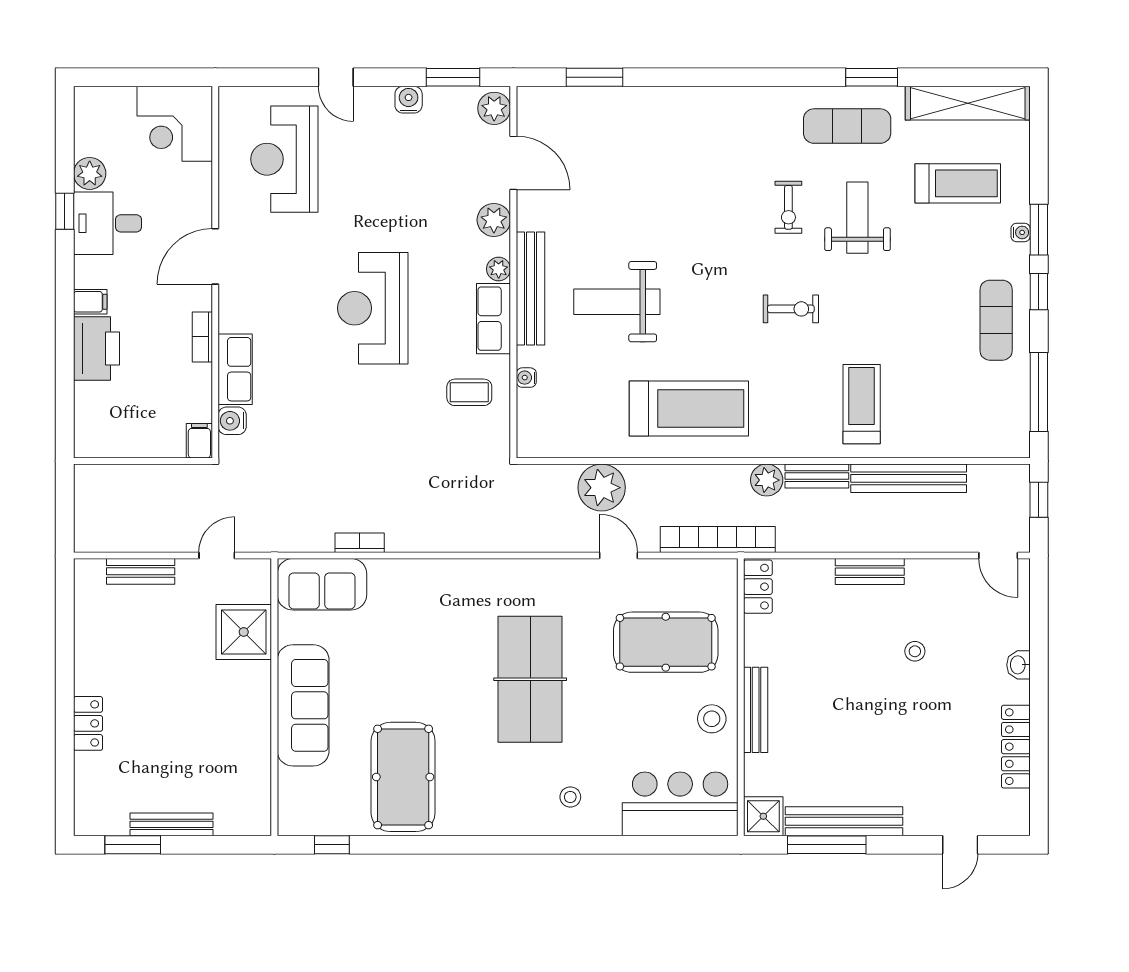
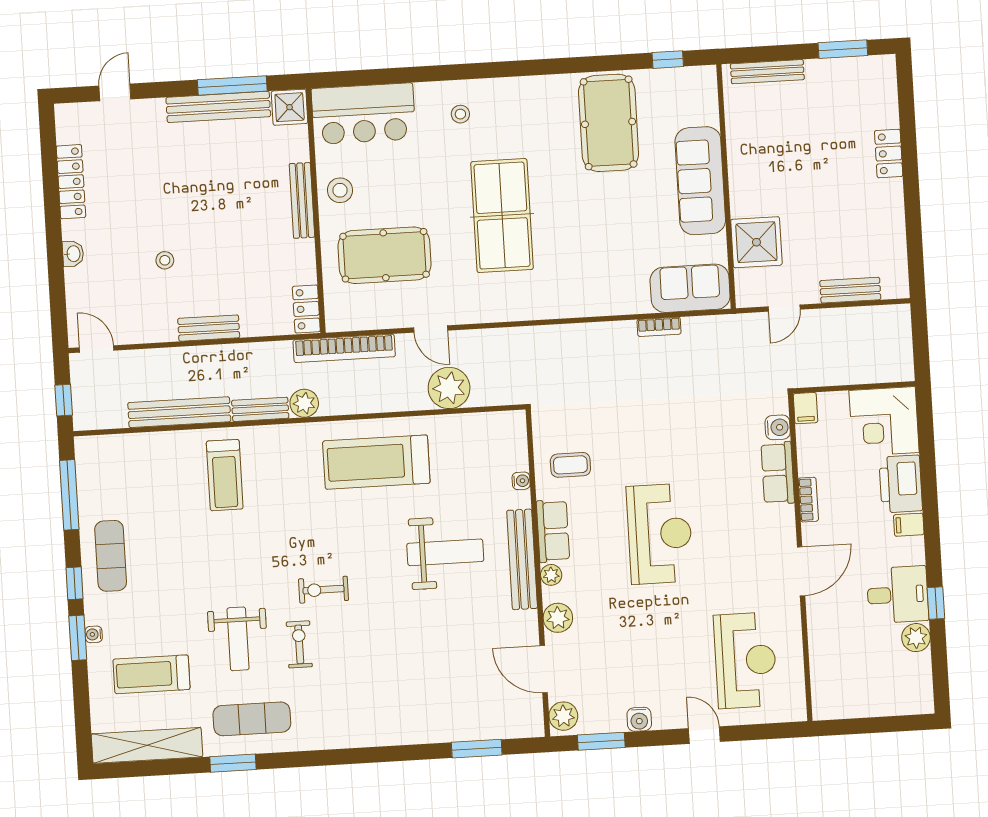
corner desk: (175, 124) -> (884, 421), moved, turned 180
exercise bike: (791, 309) -> (323, 590), moved
bench: (171, 824) -> (767, 72), moved

